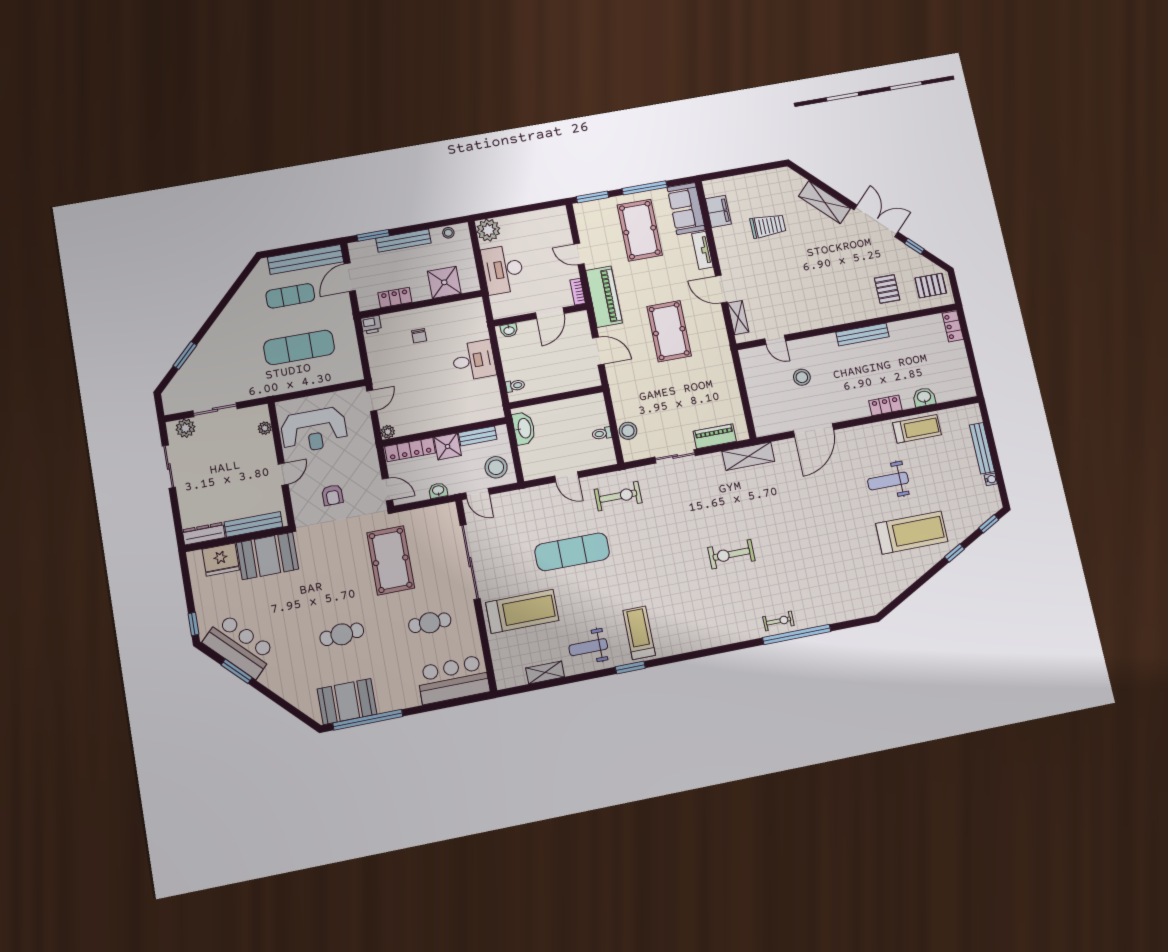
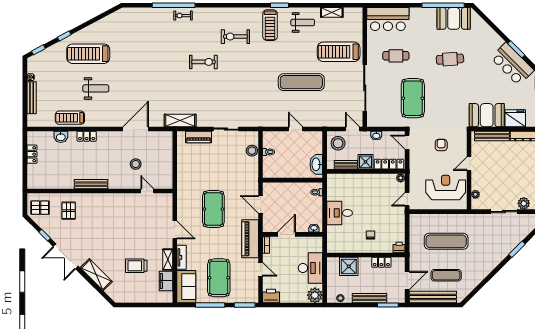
printer: (555, 217) -> (271, 296), added
shelving: (738, 318) -> (168, 260), moved
locker: (953, 326) -> (32, 154), moved
exercise bike: (618, 496) -> (235, 37), moved

